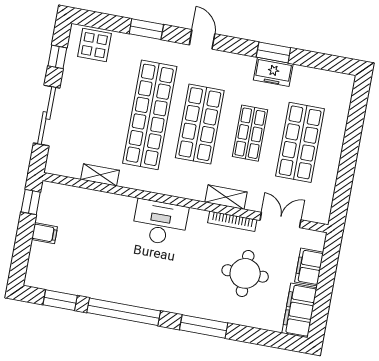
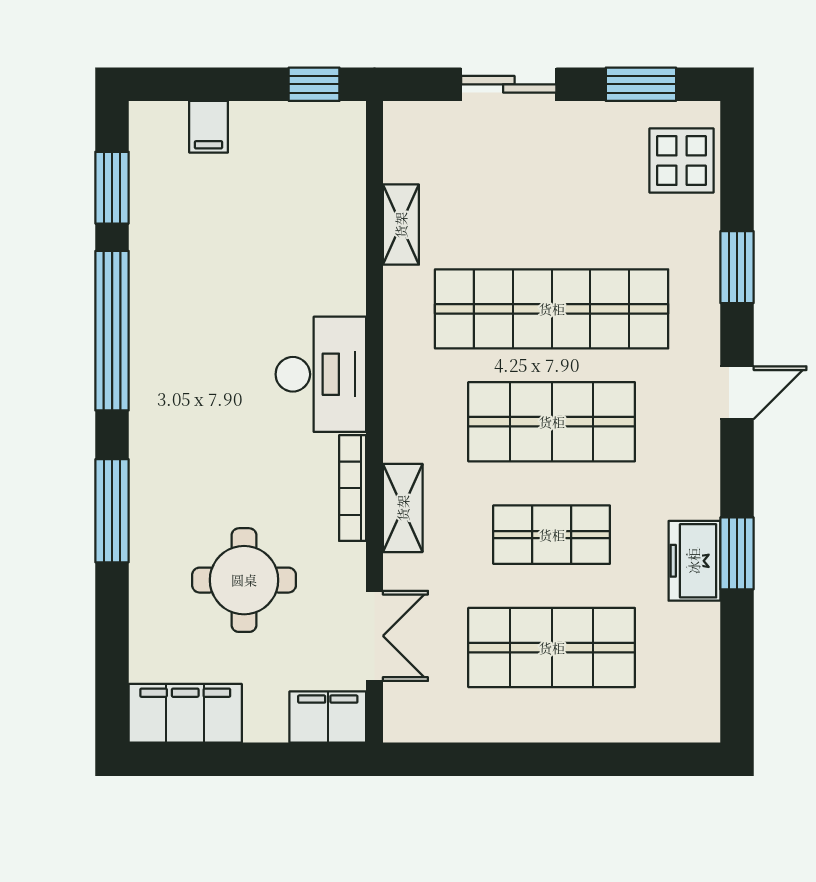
window: (57, 57) -> (641, 84), width x1.50
sliding door: (47, 116) -> (509, 84), width x0.73
bookcase: (232, 221) -> (353, 488), moved
filing cabinet: (44, 233) -> (209, 127), moved
filing cabinet: (309, 267) -> (328, 717), moved

